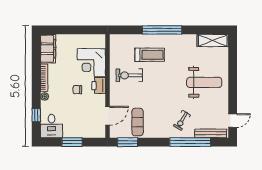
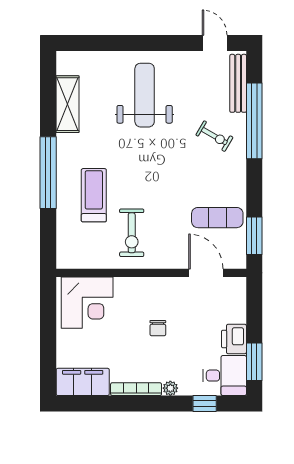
shelving: (213, 40) -> (68, 104), moved
corner desk: (91, 63) -> (87, 303), moved
printer: (99, 86) -> (234, 339), moved, turned 90
window: (72, 142) -> (254, 362), moved

